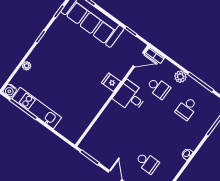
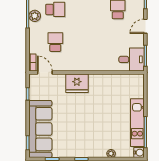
plant: (180, 77) -> (35, 16), moved
fridge: (111, 82) -> (77, 83), width x1.88, depth x1.34
desk: (130, 97) -> (132, 59), moved, turned -90

